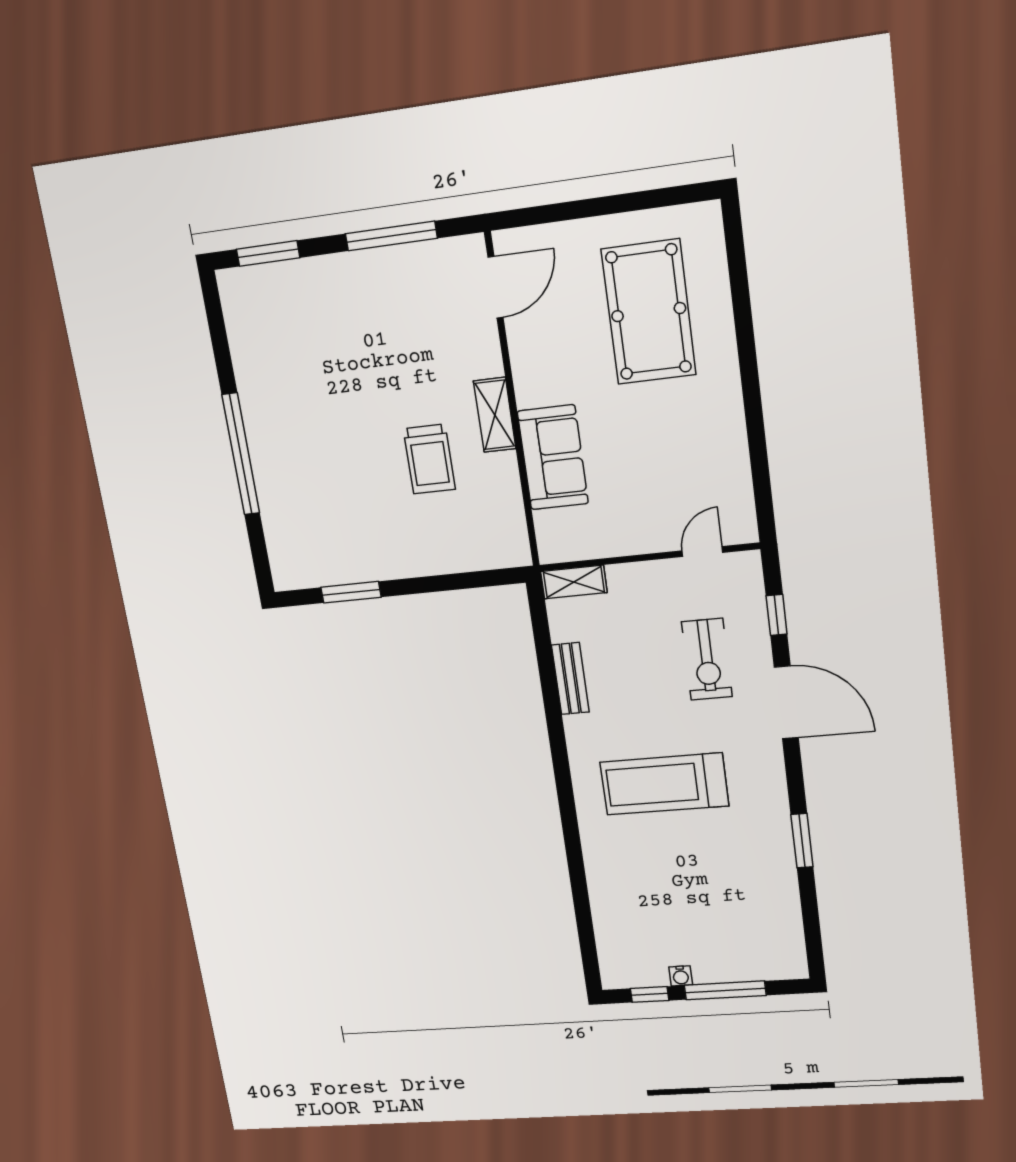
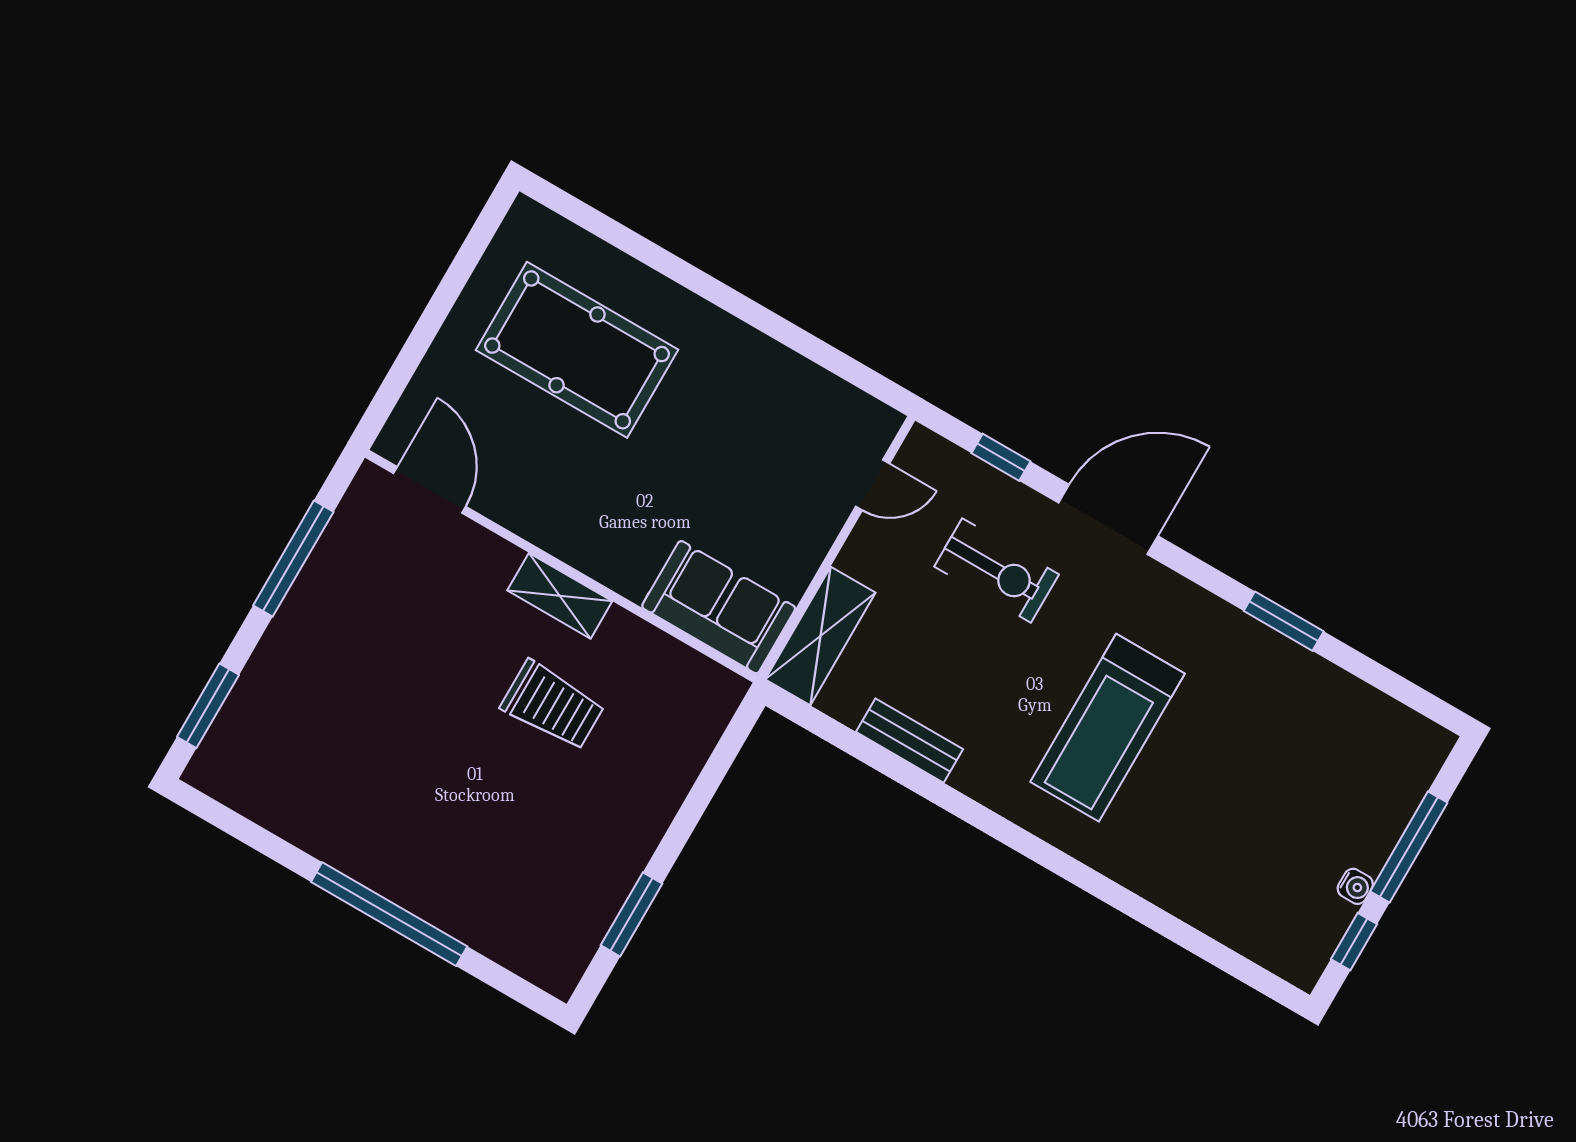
sofa: (553, 457) -> (719, 607), moved
door: (702, 552) -> (873, 485), swing flipped
shelving: (574, 582) -> (820, 636), width x1.50, depth x1.33

